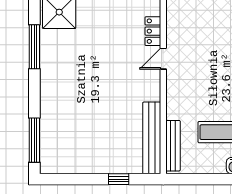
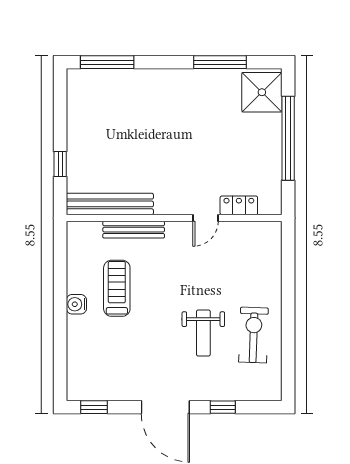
door: (163, 59) -> (206, 218), swing flipped
bench: (173, 146) -> (134, 230), moved

